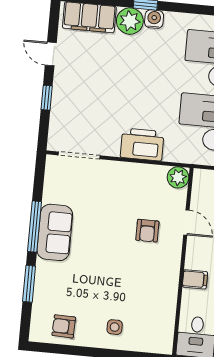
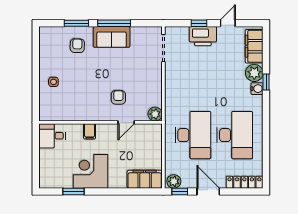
printer: (142, 144) -> (203, 36), moved, turned 90
armchair: (147, 231) -> (118, 97), turned 90
armchair: (64, 326) -> (77, 46), moved

